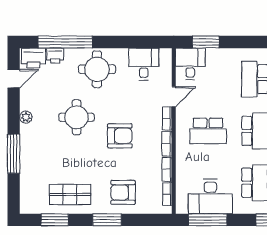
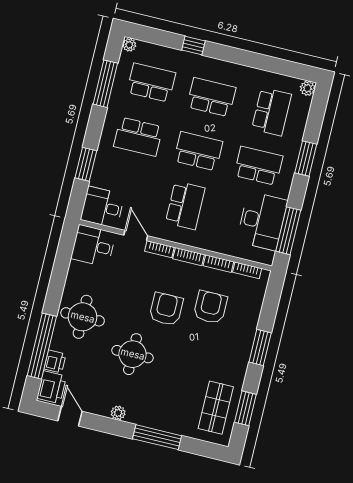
window: (206, 42) -> (86, 164), moved
desk: (144, 64) -> (93, 246), moved
armchair: (123, 192) -> (210, 307), moved, turned 180
shop shelf: (70, 194) -> (216, 408), moved

